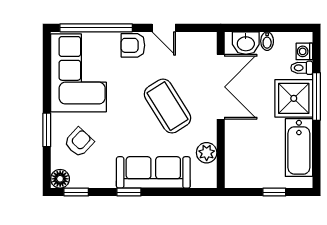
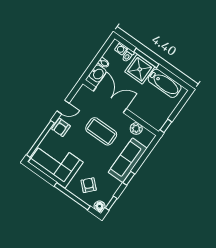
coffee table: (167, 106) -> (101, 131), turned 32
window: (47, 130) -> (72, 196), width x2.11
window: (274, 192) -> (166, 126), moved

